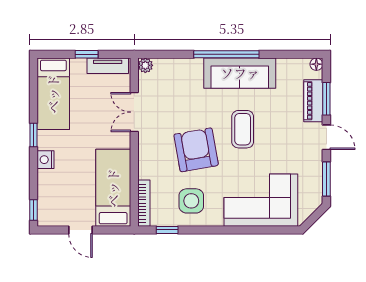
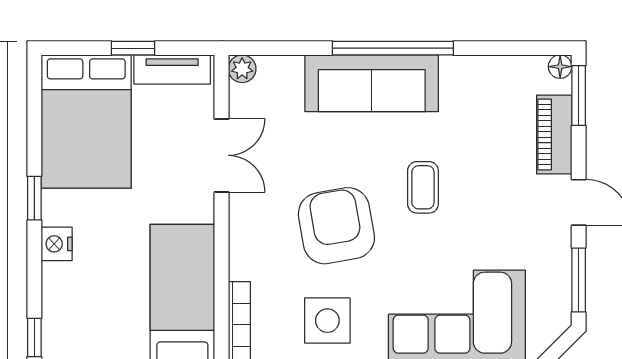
sofa: (240, 73) -> (372, 83), moved
bed: (53, 94) -> (86, 122), width x1.50
window: (326, 99) -> (579, 95), moved
double door: (134, 112) -> (221, 155), swing flipped
coffee table: (243, 129) -> (423, 187), width x0.73, depth x0.77

